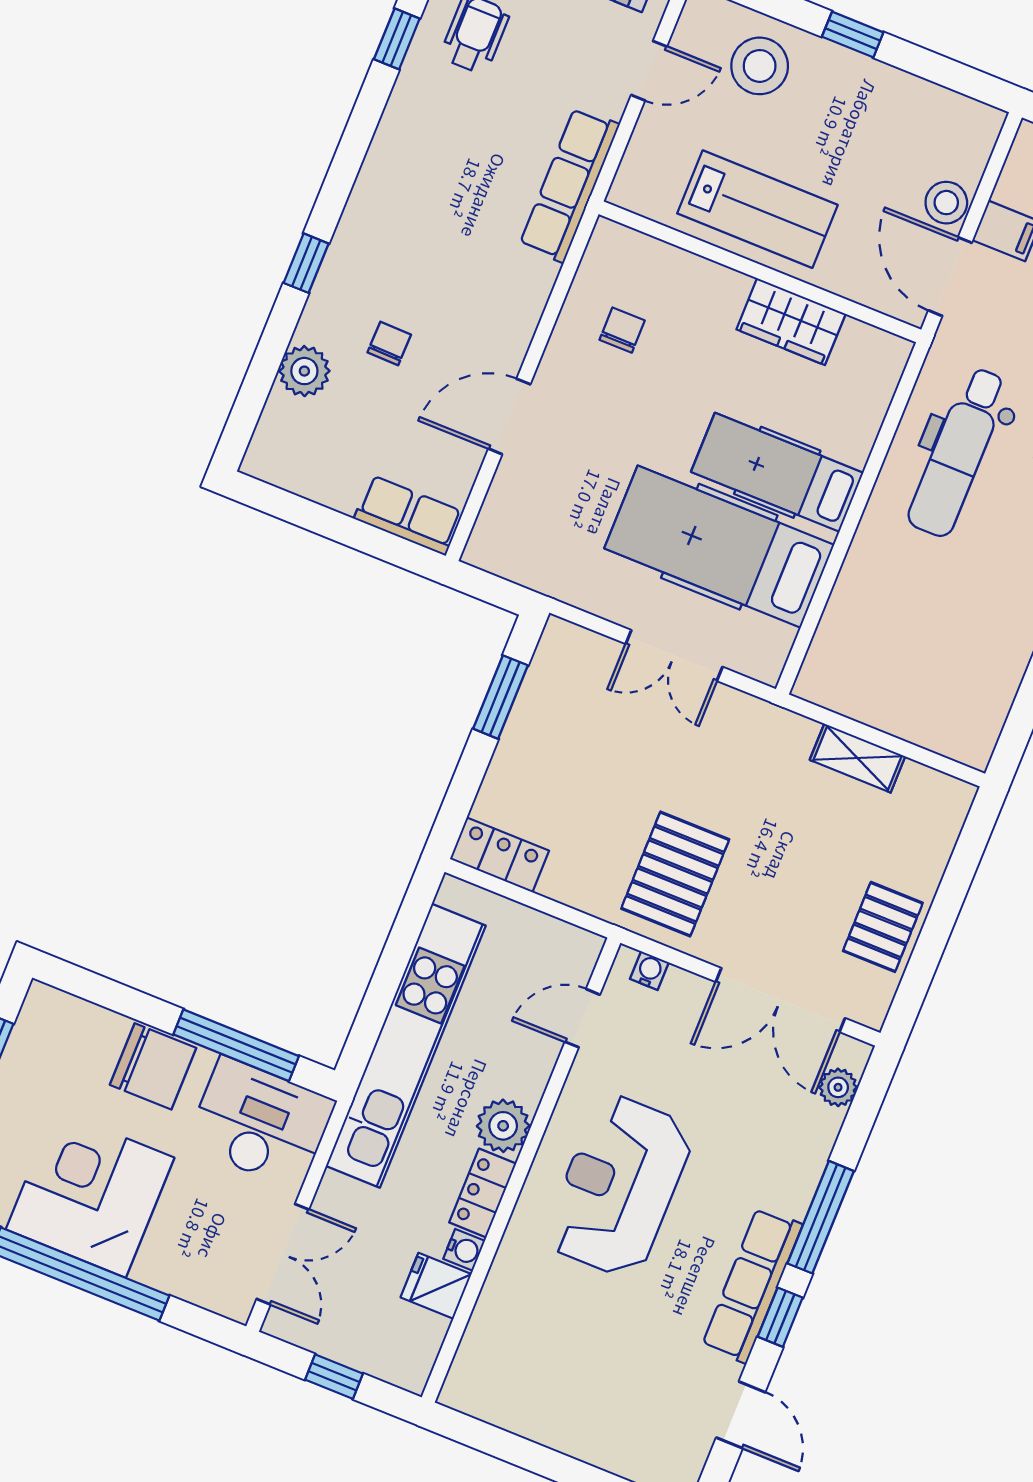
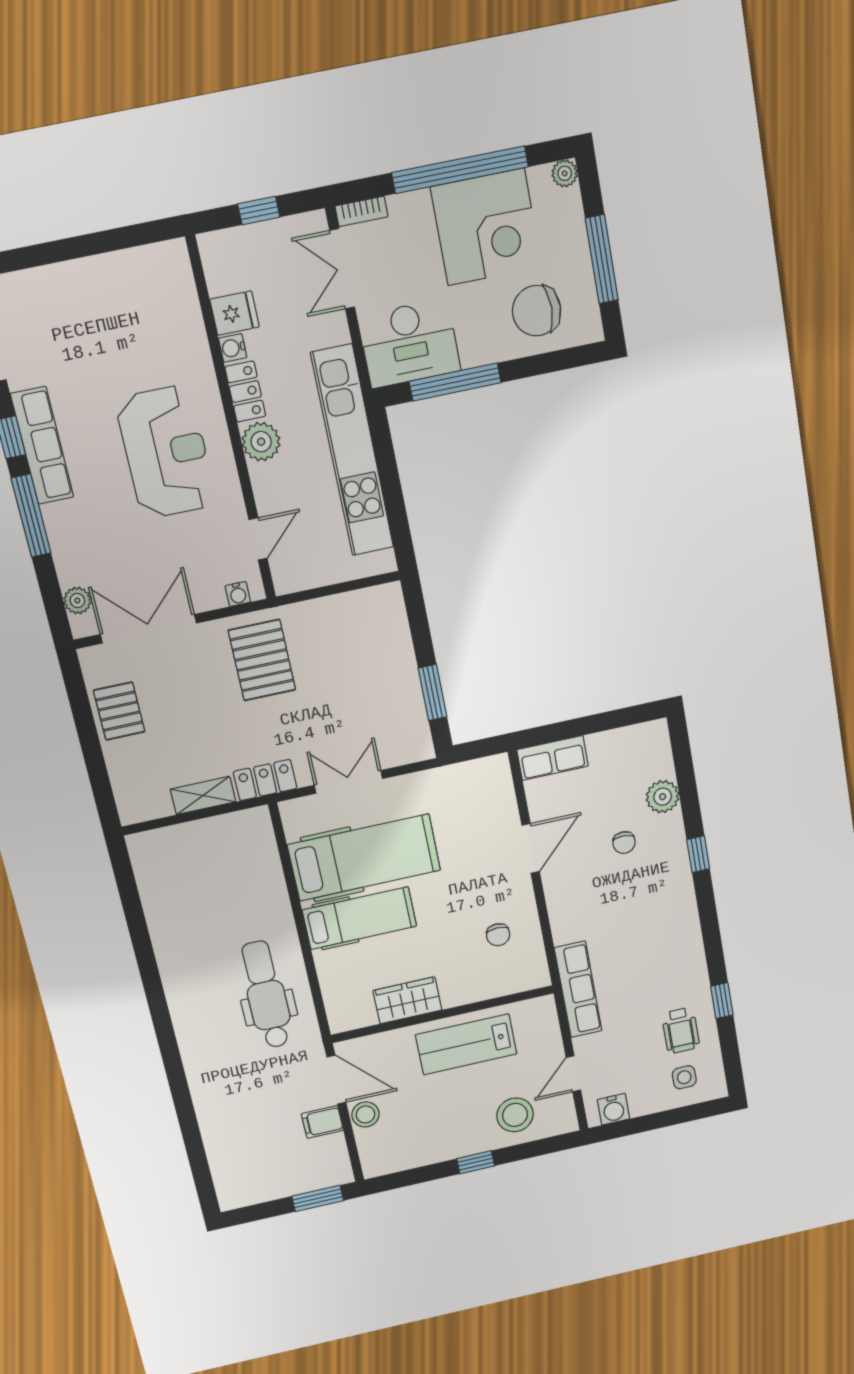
locker: (499, 855) -> (265, 780), moved, turned 180
chair: (153, 1066) -> (537, 311), moved
bookcase: (220, 1301) -> (361, 211), added

